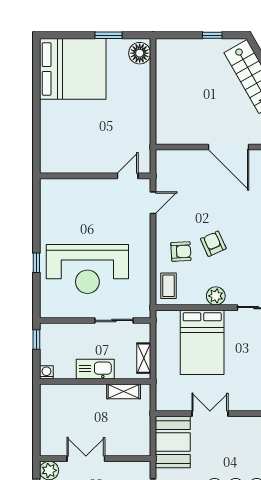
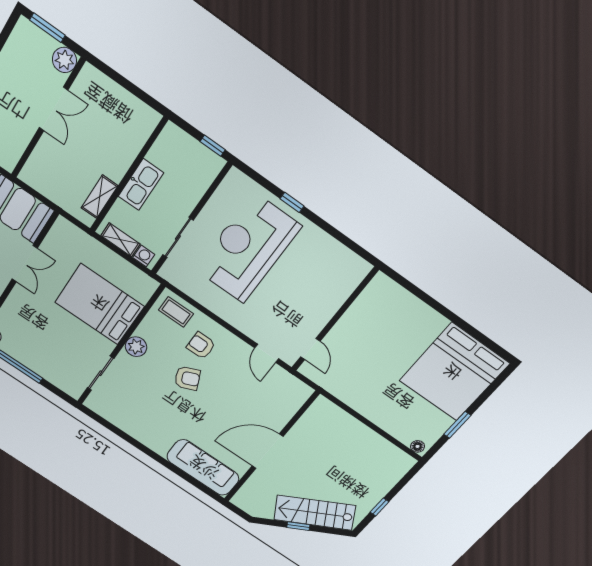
floor lamp: (140, 53) -> (418, 446), width x0.53, depth x0.53
armchair: (181, 252) -> (201, 346), turned 93
washing machine: (46, 372) -> (144, 256), moved, turned -90

